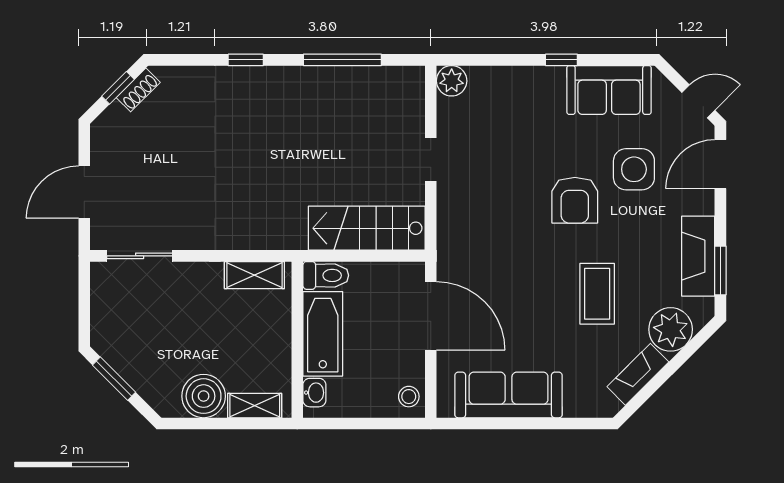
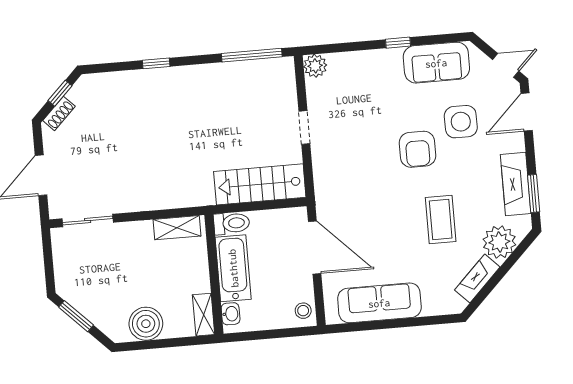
window: (342, 60) -> (252, 55), moved
shoe rack: (138, 90) -> (59, 113), moved
shelving: (255, 406) -> (204, 315), moved, turned 90

